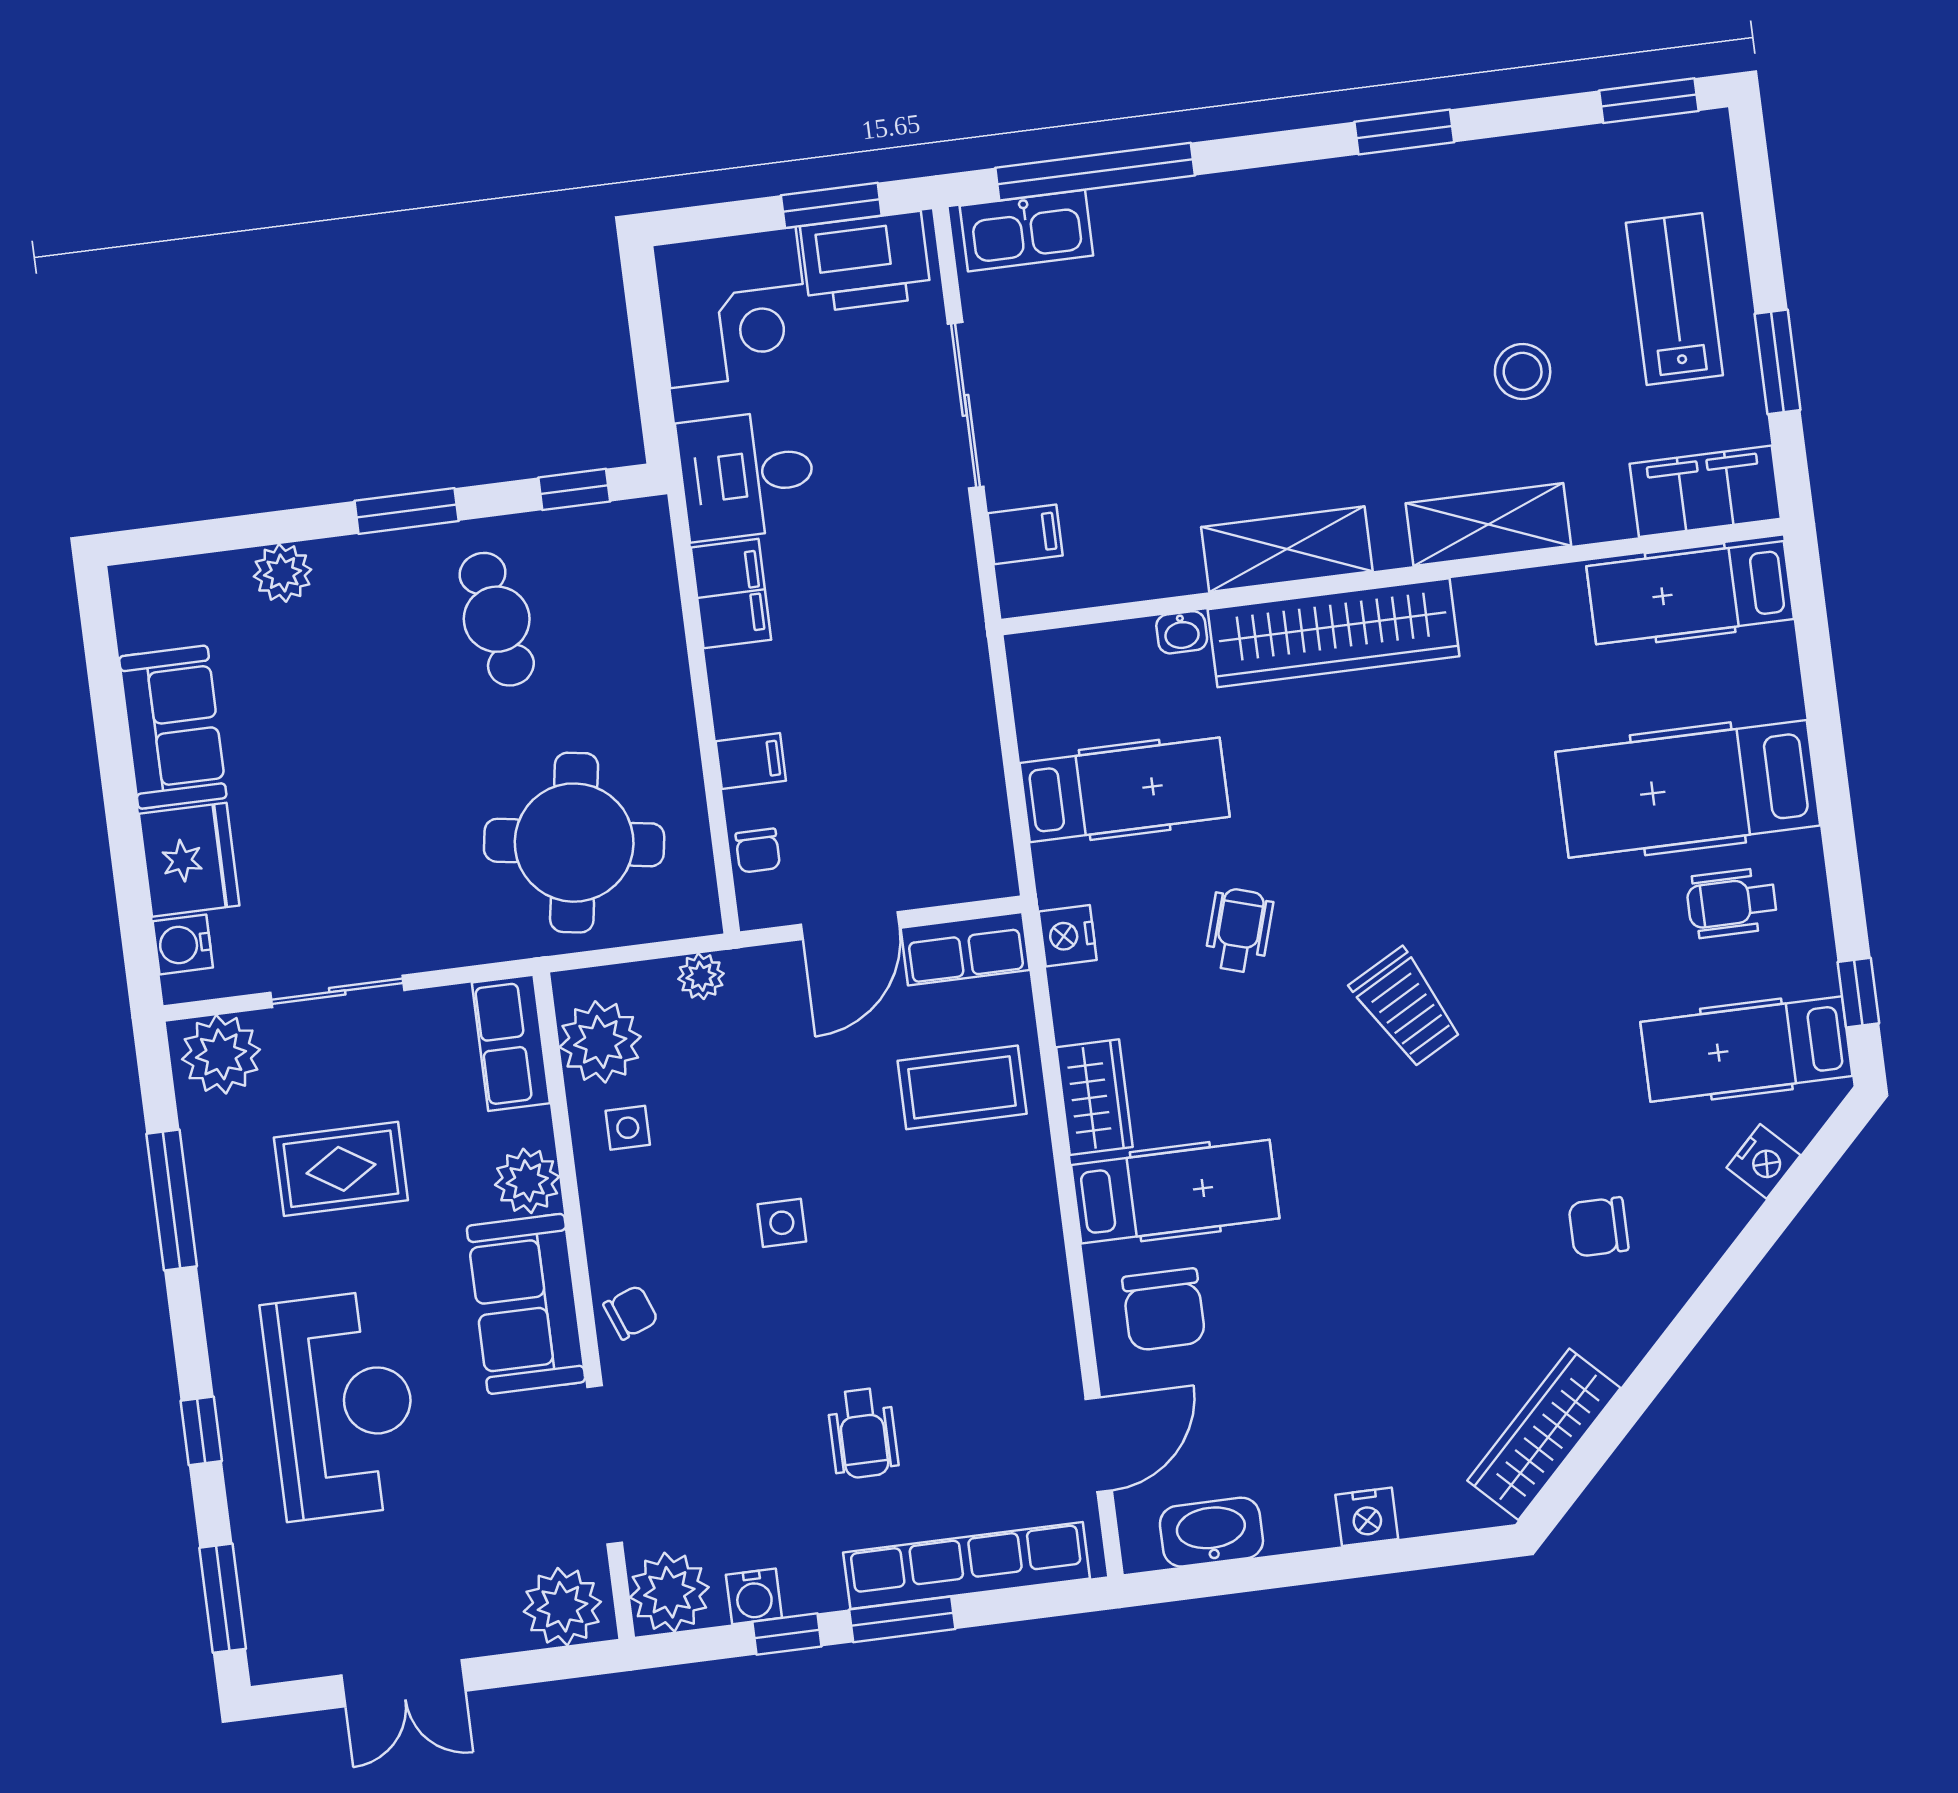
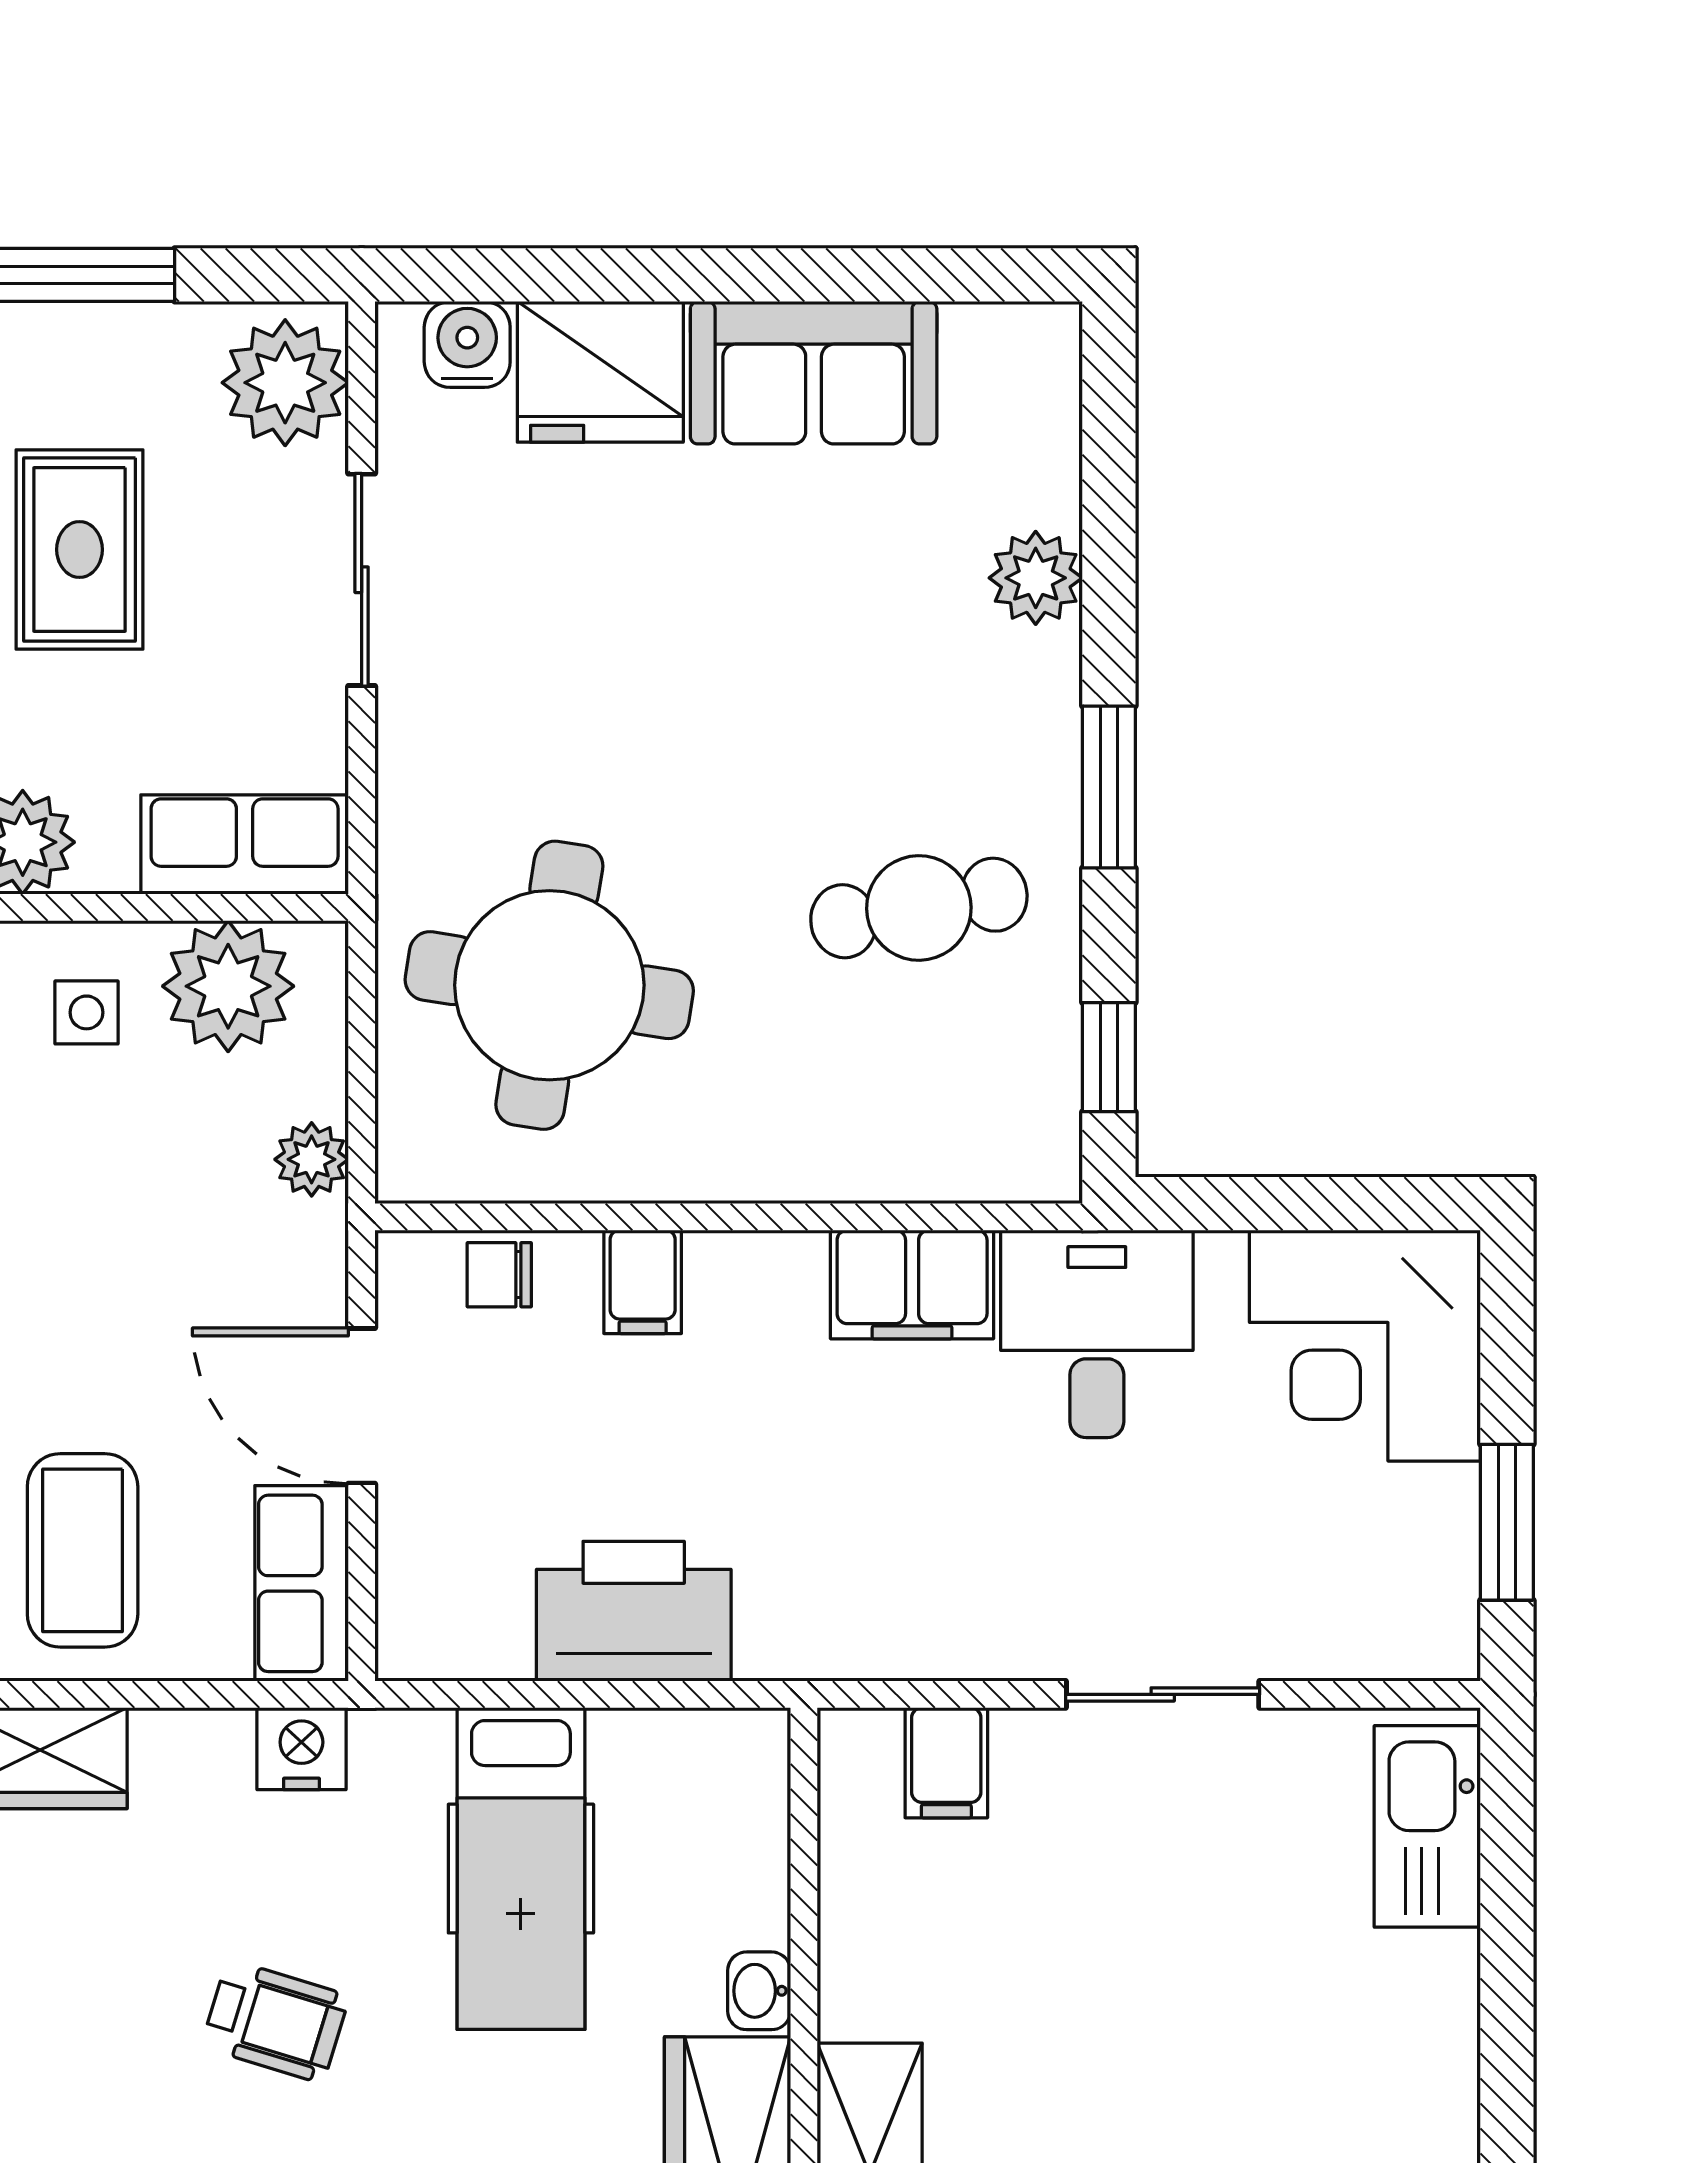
window: (1095, 172) -> (1507, 1947), removed
printer: (866, 262) -> (634, 1611), moved, turned 90
sliding door: (966, 405) -> (1163, 1694), width x0.73

